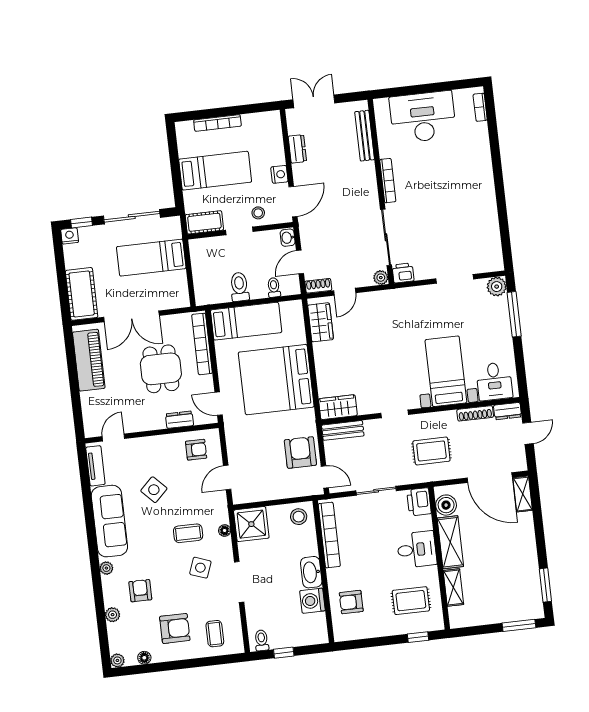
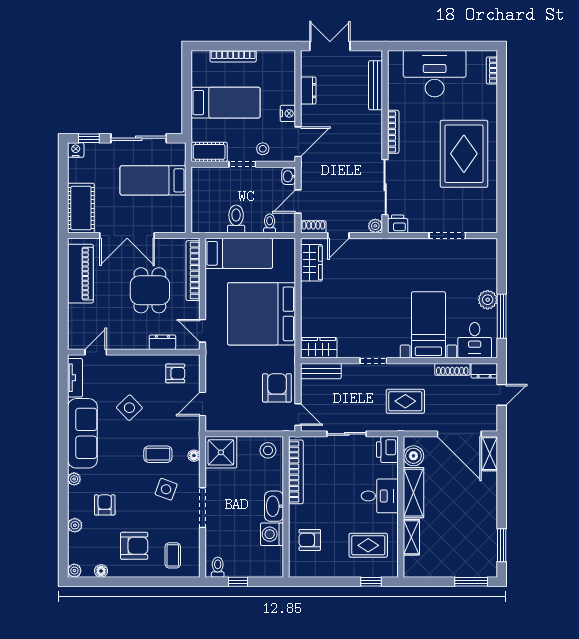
rug: (462, 194) -> (464, 154), added
plant: (497, 287) -> (488, 300), moved
window: (514, 314) -> (502, 316), moved

